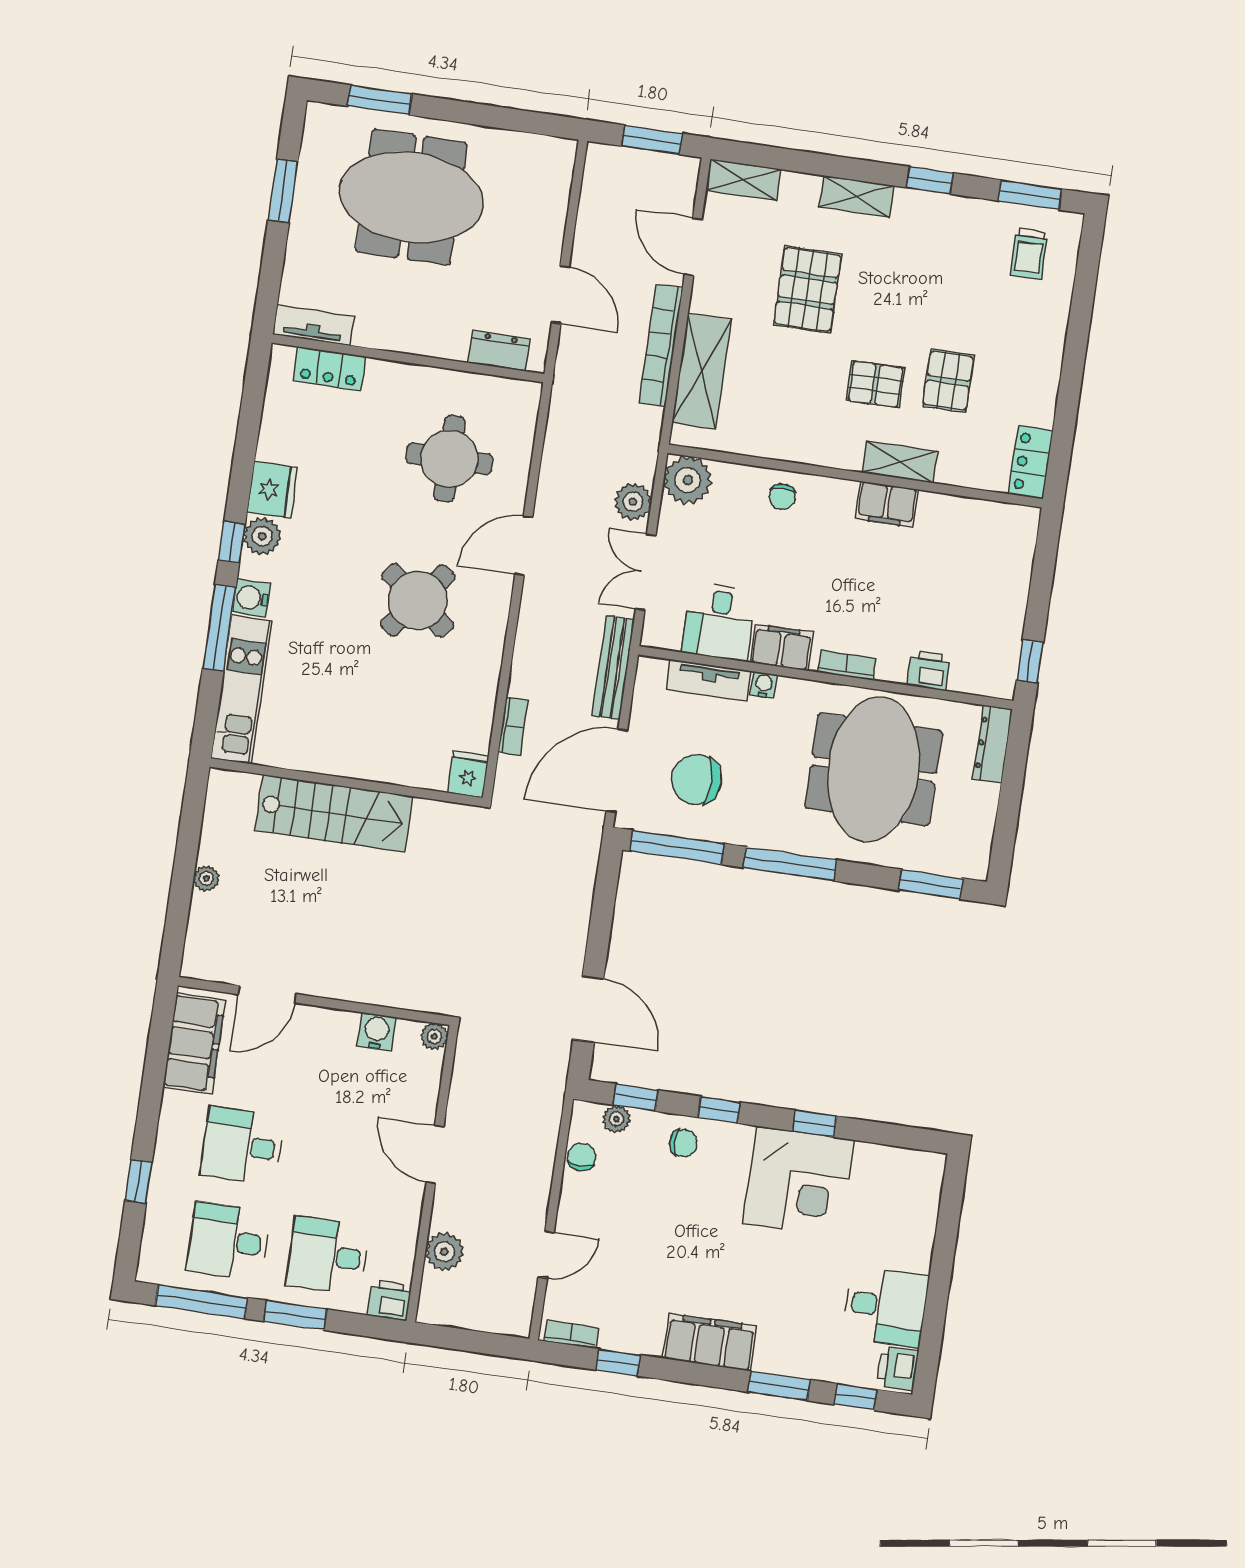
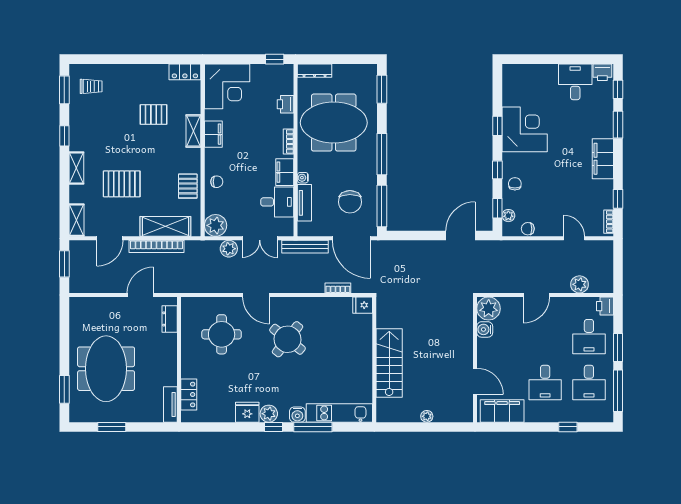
pallet: (875, 384) -> (188, 186), moved
corner desk: (986, 549) -> (227, 86), added
plant: (434, 1036) -> (489, 309), width x1.87, depth x1.87

